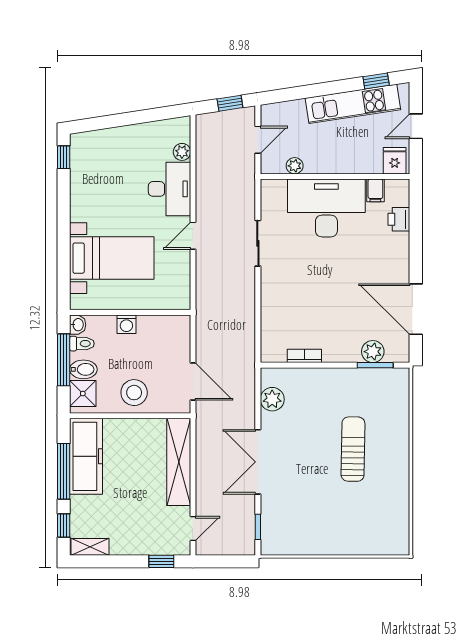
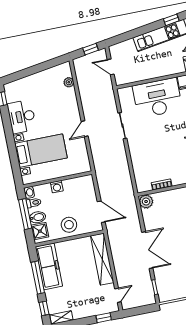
door: (258, 140) -> (111, 67), swing flipped
plant: (295, 166) -> (135, 77), removed
desk: (170, 189) -> (22, 117), moved, turned 180
plant: (272, 399) -> (146, 202), moved
double door: (258, 462) -> (147, 250), swing flipped

